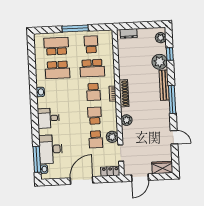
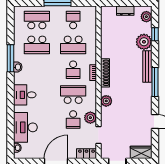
dresser: (129, 33) -> (125, 11), moved
school desk: (95, 116) -> (73, 95), width x1.85
window: (37, 159) -> (10, 58), moved

